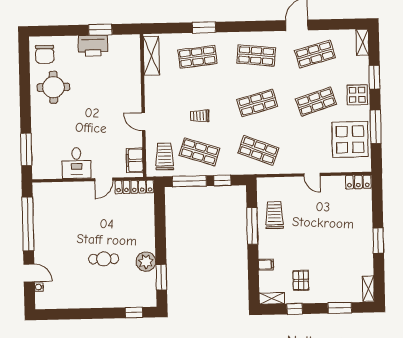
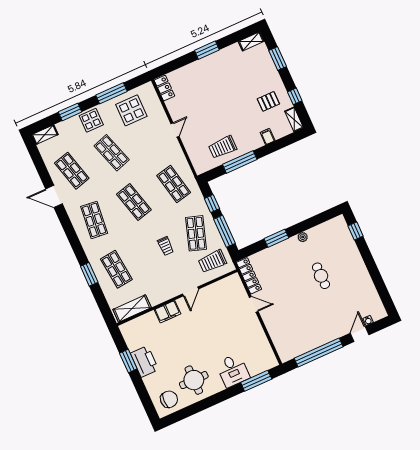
display table: (350, 139) -> (131, 110), width x0.73, depth x0.73
shop shelf: (258, 150) -> (174, 184), turned -33
filing cabinet: (135, 160) -> (168, 312), moved
desk: (77, 163) -> (233, 370), moved, turned 90
plant: (146, 262) -> (303, 237), width x0.53, depth x0.53
window: (161, 277) -> (276, 238), moved

